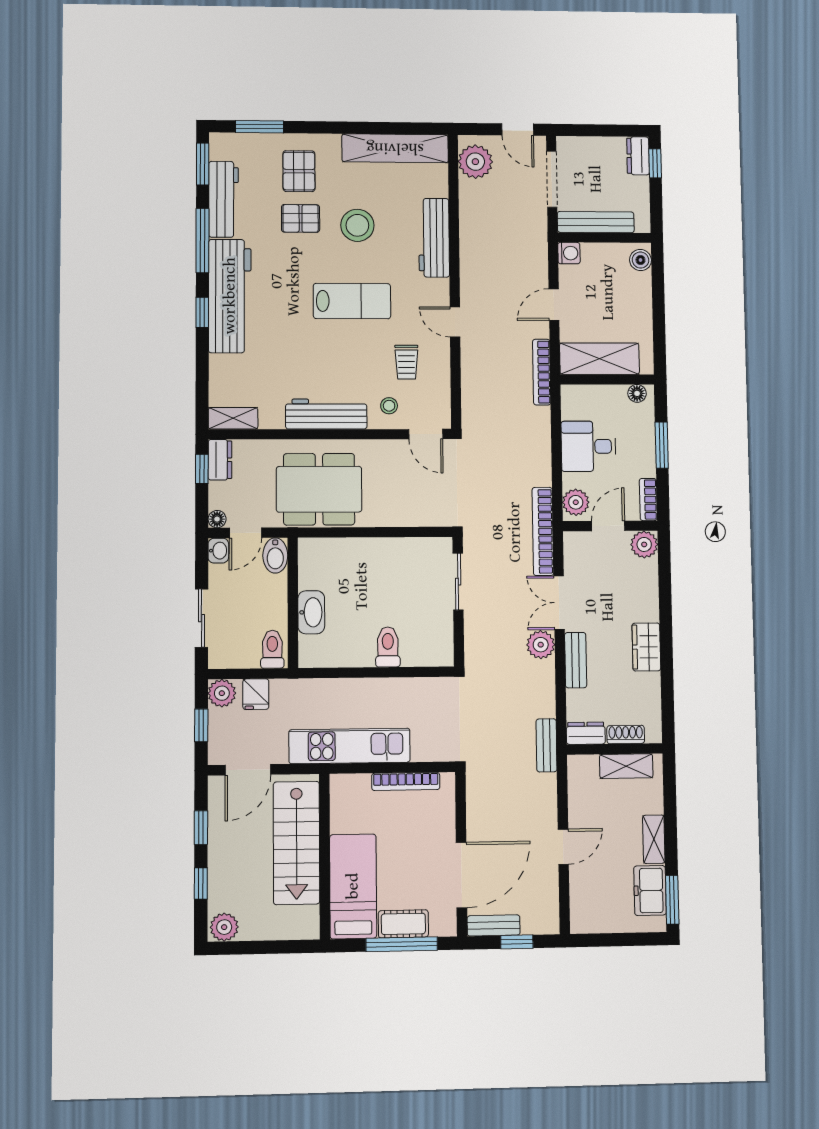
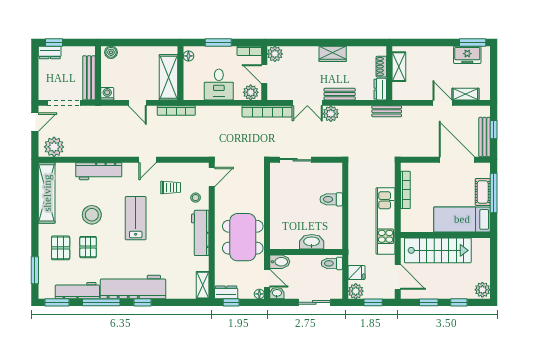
pallet: (299, 171) -> (61, 248), turned 90
shelving: (654, 839) -> (465, 94), moved
bench: (494, 925) -> (485, 137), width x1.36

